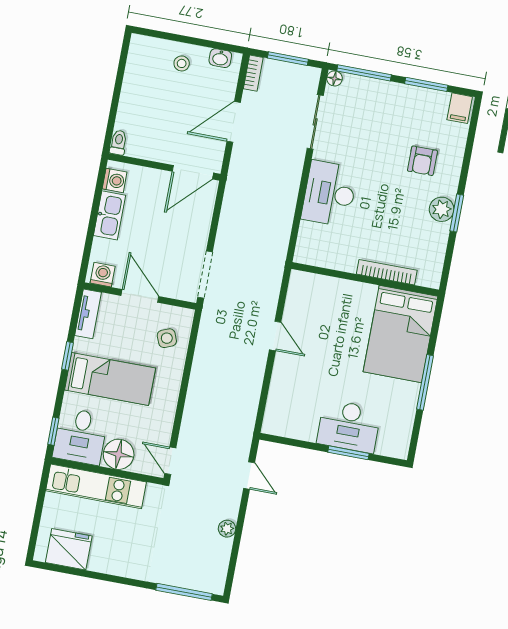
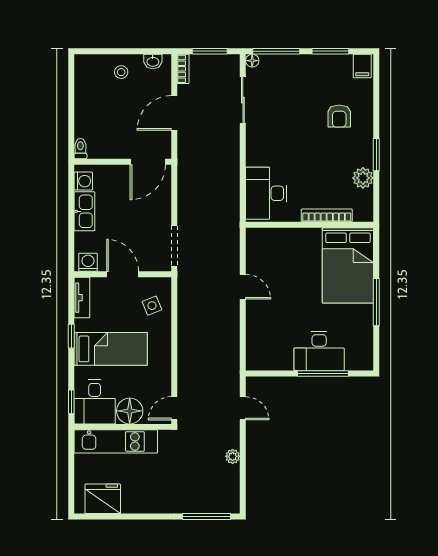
desk: (330, 194) -> (266, 193), moved
plant: (442, 209) -> (363, 178), moved
window: (348, 453) -> (323, 373), width x1.44
door: (170, 461) -> (174, 408), hinge flipped

